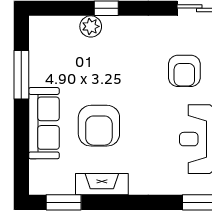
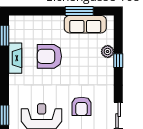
armchair: (184, 71) -> (82, 106), turned -90
sofa: (44, 123) -> (85, 24), moved

